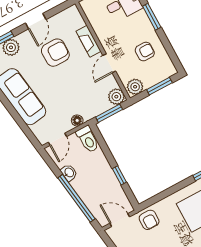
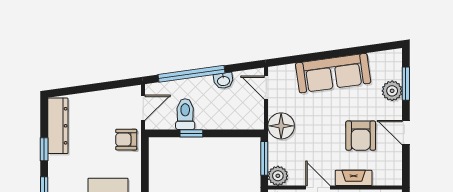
floor lamp: (77, 120) -> (281, 126), width x1.89, depth x1.89
toilet: (88, 139) -> (185, 114), moved, turned 90

